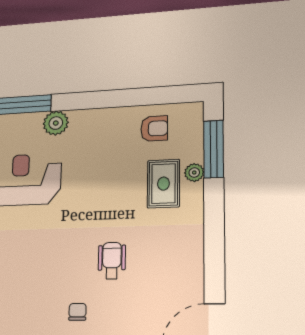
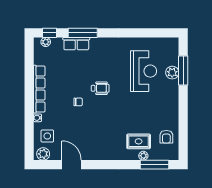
plant: (56, 123) -> (172, 73), moved
wheelchair: (112, 261) -> (100, 88), moved

